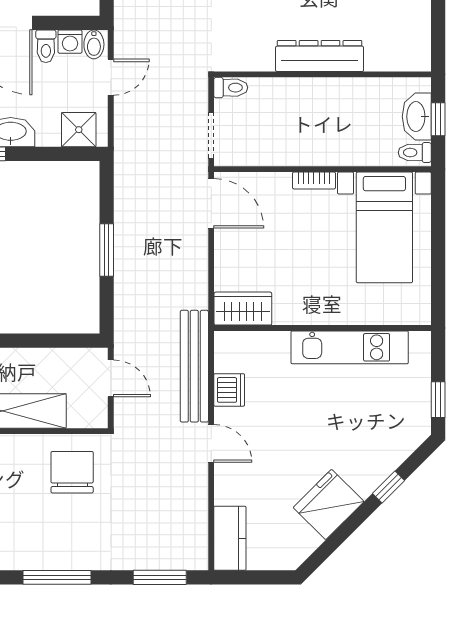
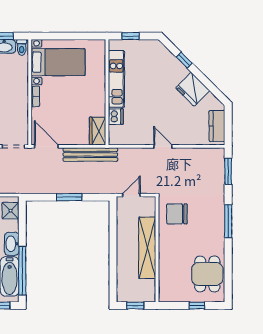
door: (211, 203) -> (46, 146), hinge flipped
bench: (194, 366) -> (90, 155), moved
dishwasher: (229, 390) -> (116, 117), moved, turned 90
window: (438, 400) -> (130, 36), moved
door: (211, 443) -> (163, 146), hinge flipped
kitchen counter: (230, 538) -> (217, 126), moved, turned -90

